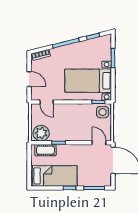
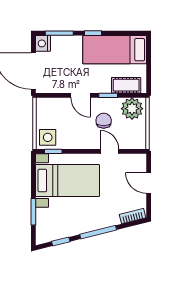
door: (47, 102) -> (109, 151), moved
chair: (62, 124) -> (104, 121), added
door: (99, 143) -> (81, 95), moved
nightstand: (106, 180) -> (43, 43), added

